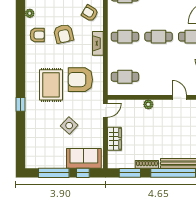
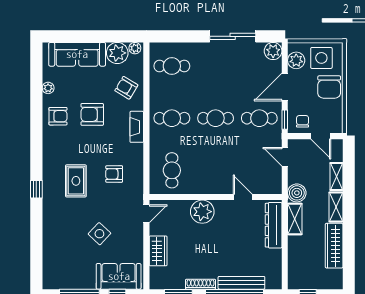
armchair: (64, 34) -> (92, 114), turned 103
cafe table: (125, 77) -> (172, 170), turned 90
armchair: (80, 80) -> (114, 174), width x0.53, depth x0.53
rug: (51, 85) -> (76, 181), width x0.73, depth x0.70
window: (21, 104) -> (36, 189), moved
plant: (148, 104) -> (202, 212), width x1.88, depth x1.88

